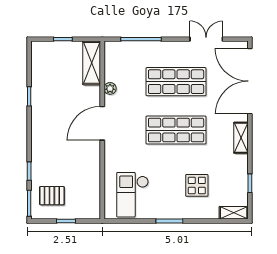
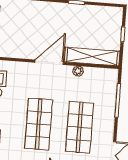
shelving: (92, 63) -> (92, 57), width x1.47
door: (102, 123) -> (49, 62), hinge flipped

